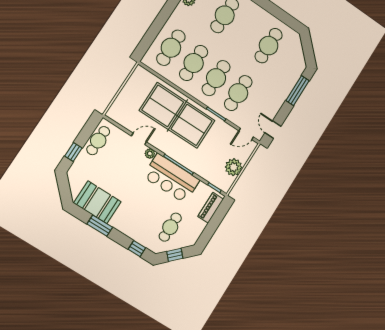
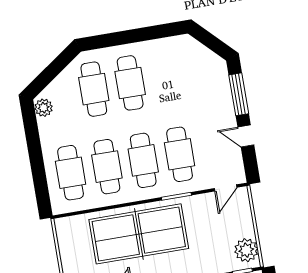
cafe table: (269, 46) -> (130, 83), moved
door: (273, 130) -> (246, 136), moved
plant: (234, 167) -> (246, 250), moved

